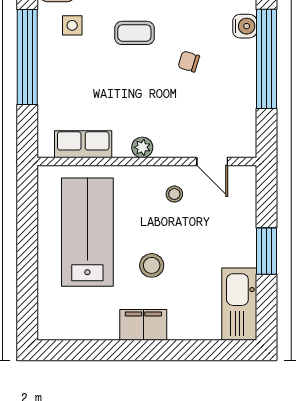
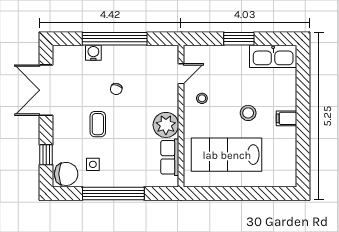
plant: (142, 147) -> (166, 125), width x1.88, depth x1.88
filing cabinet: (143, 325) -> (287, 118), width x0.50

